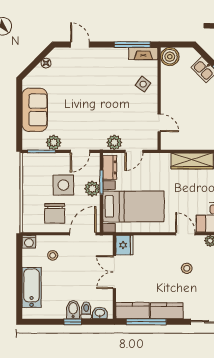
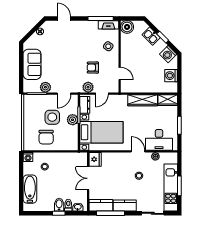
armchair: (121, 114) -> (93, 68), added
door: (83, 234) -> (66, 151), removed

